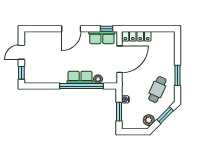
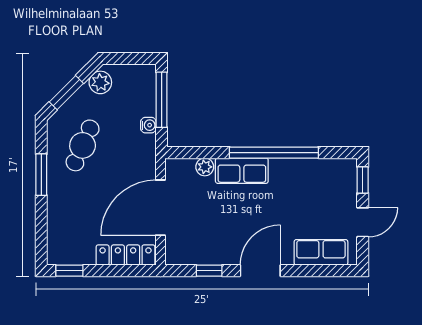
window: (106, 29) -> (209, 271), moved
window: (164, 29) -> (69, 271), added
row of seats: (102, 38) -> (321, 252), moved
window: (81, 86) -> (274, 153), moved
window: (119, 112) -> (162, 100), width x1.44

